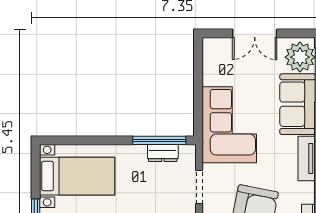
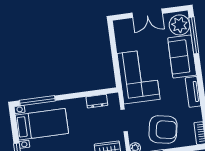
window: (159, 140) -> (37, 101), moved

